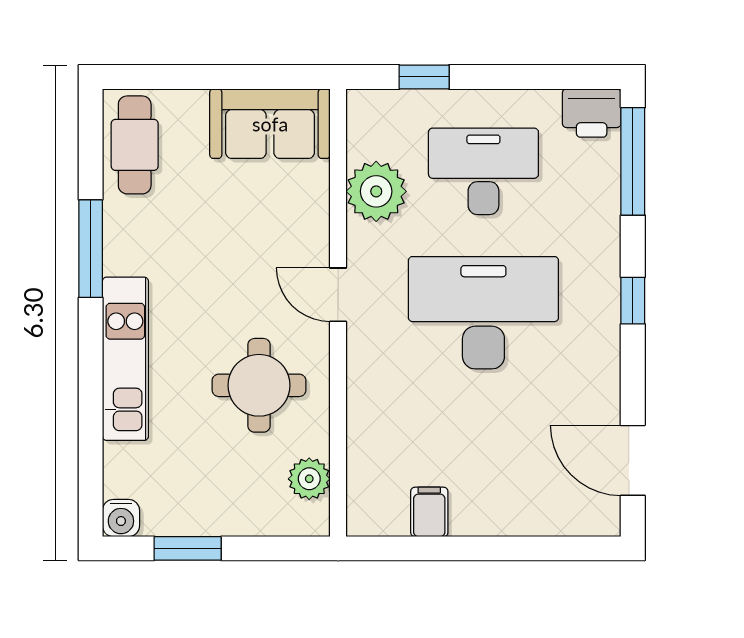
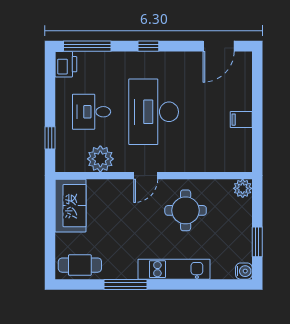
desk: (483, 171) -> (92, 112), width x0.73
plant: (309, 479) -> (243, 188), moved
filing cabinet: (429, 512) -> (241, 120), moved

